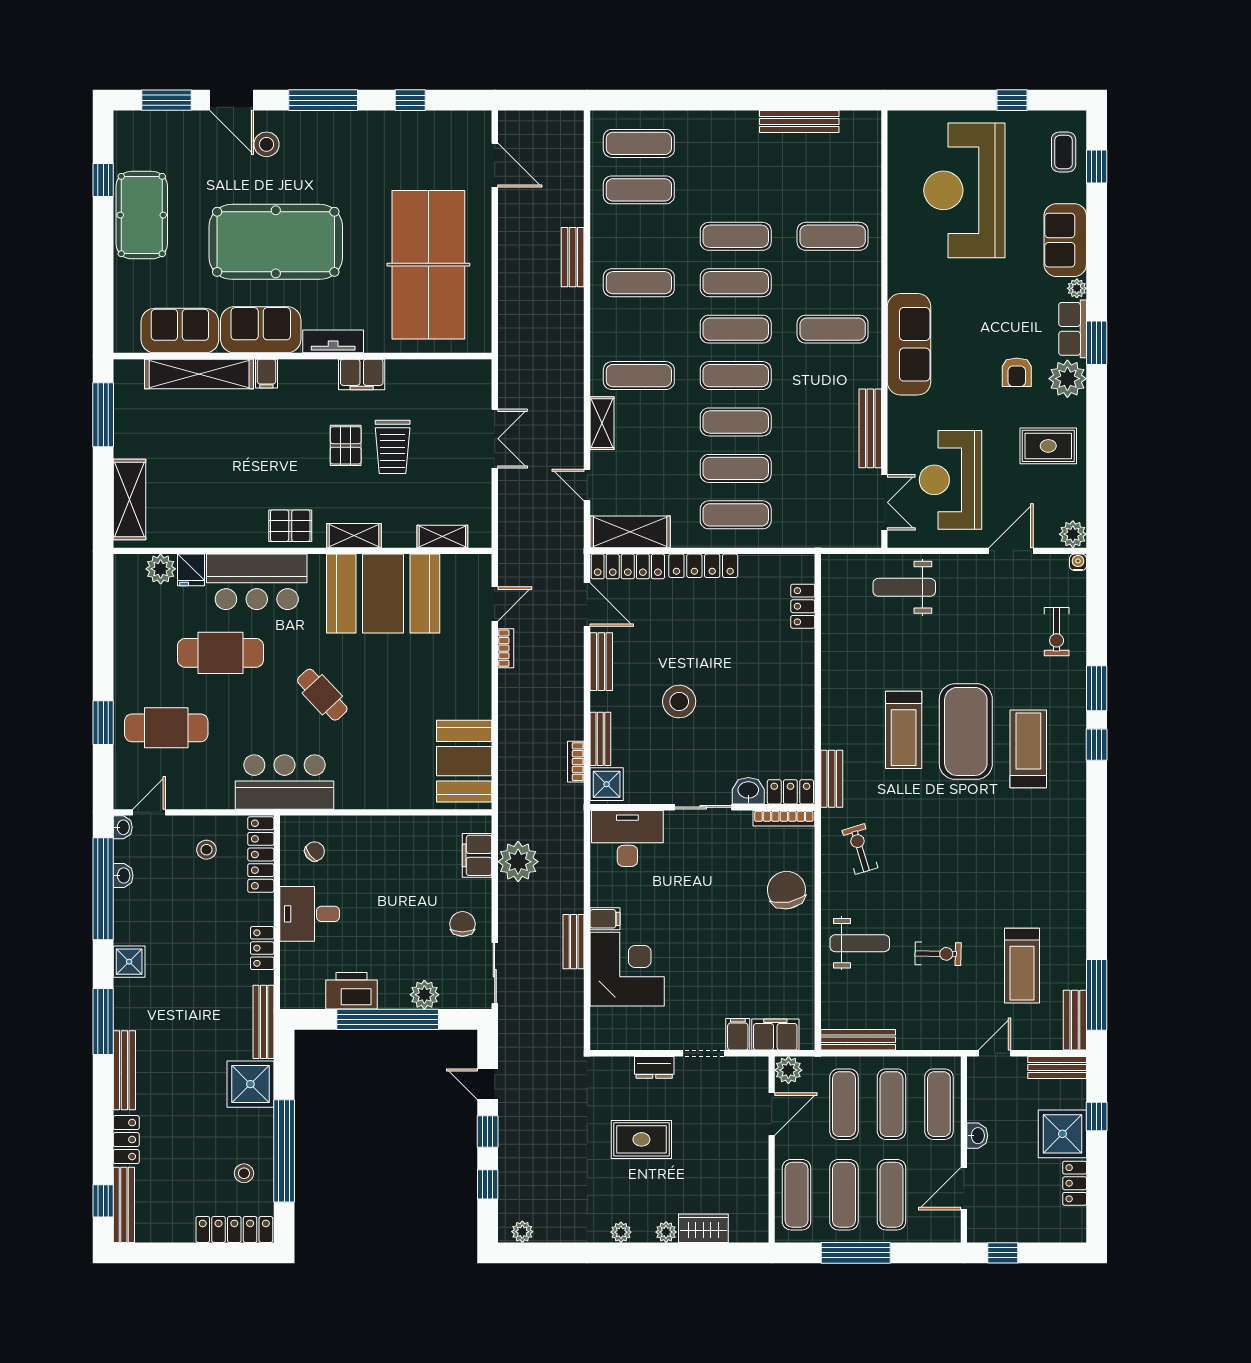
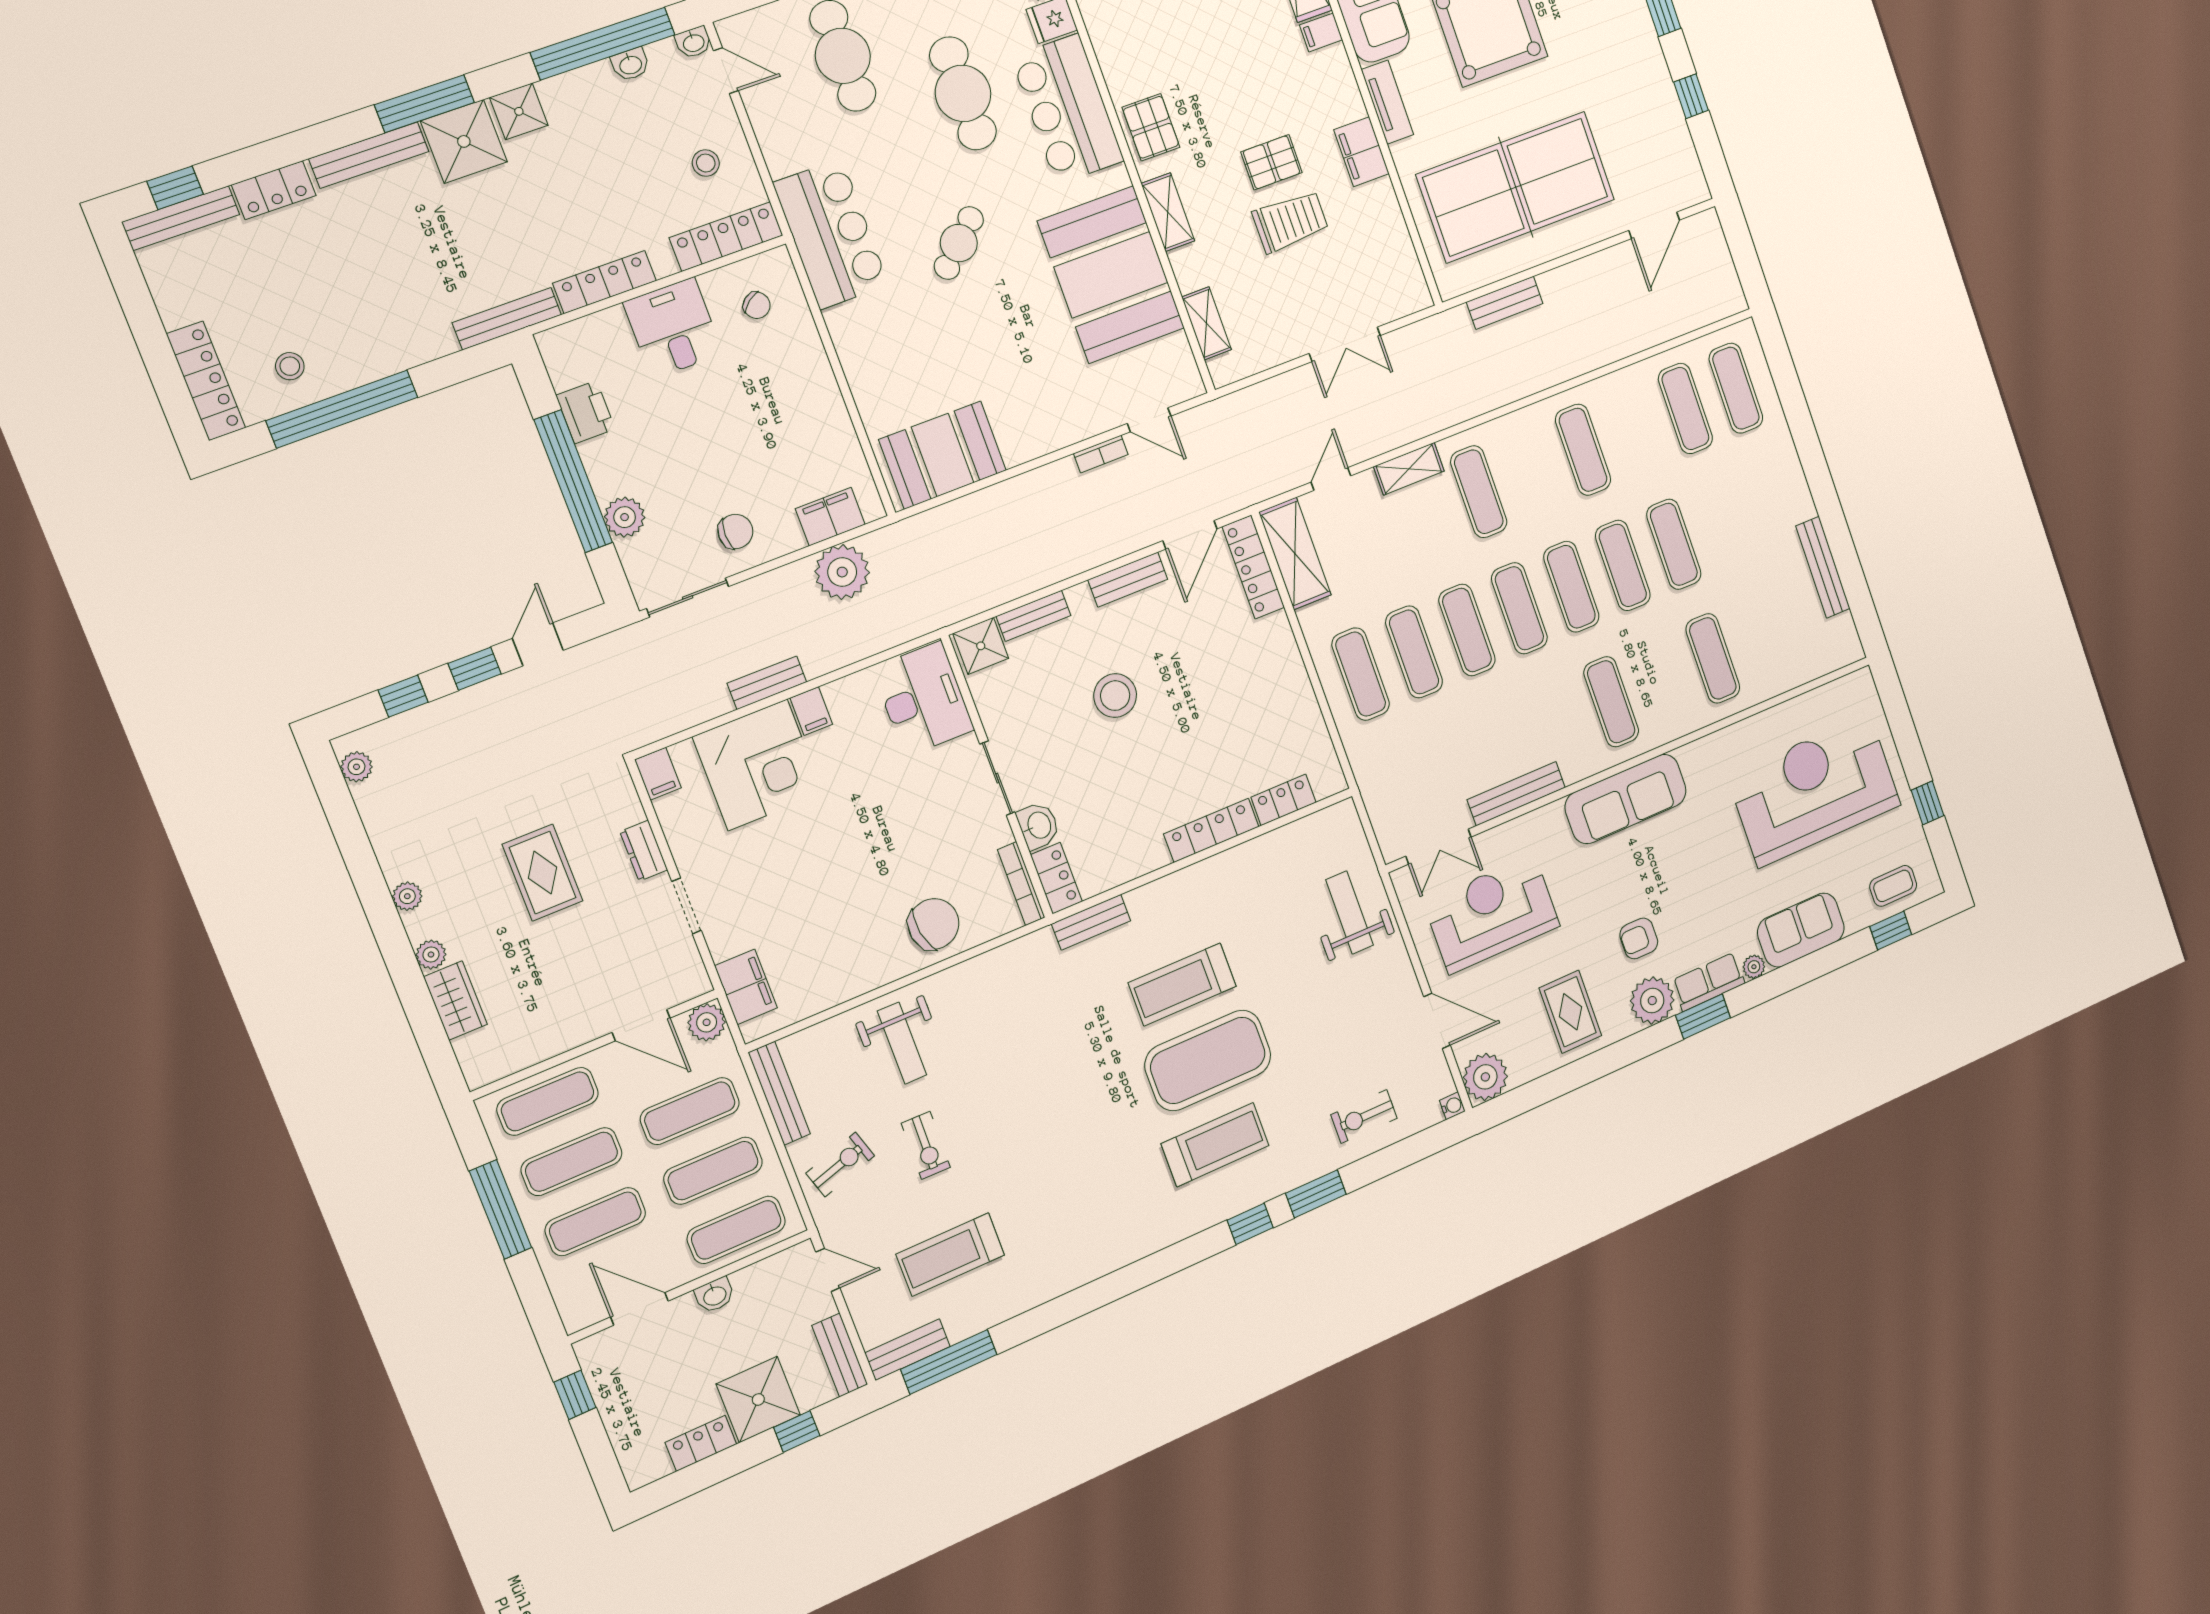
bench: (573, 257) -> (1505, 303), moved
trolley: (393, 447) -> (1290, 222), turned 180
plant: (1073, 534) -> (1485, 1077), width x1.36, depth x1.36
locker: (703, 566) -> (1211, 830), moved, turned 90
bookcase: (576, 762) -> (994, 596), removed
exercise bike: (860, 849) -> (840, 1164), moved
locker: (262, 948) -> (605, 282), width x1.53
printer: (351, 991) -> (586, 412), width x0.73, depth x0.84
filing cabinet: (738, 1034) -> (658, 774), moved, turned 90
shower: (250, 1084) -> (464, 141), moved

